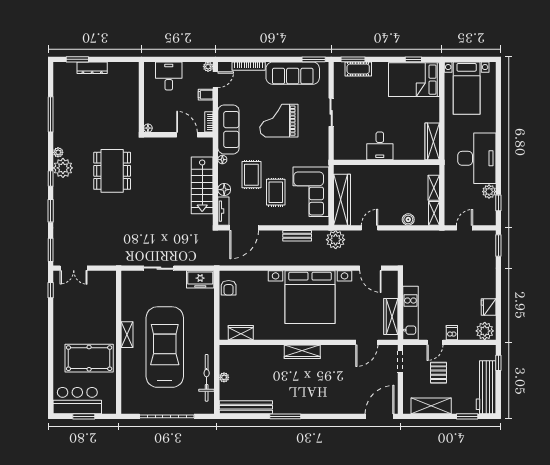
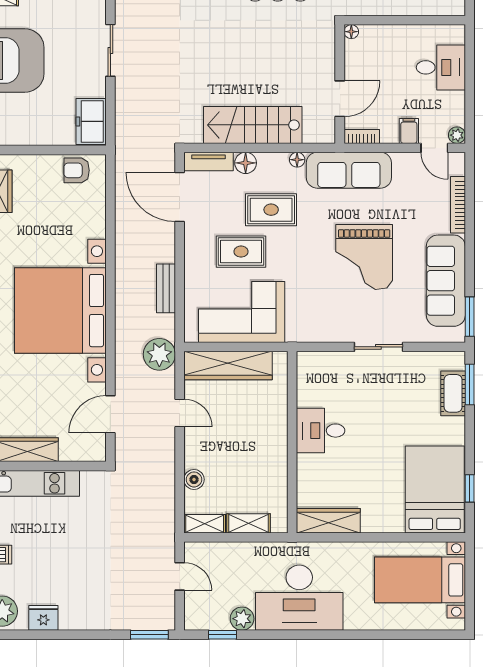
grand piano: (279, 121) -> (364, 257), turned 180

